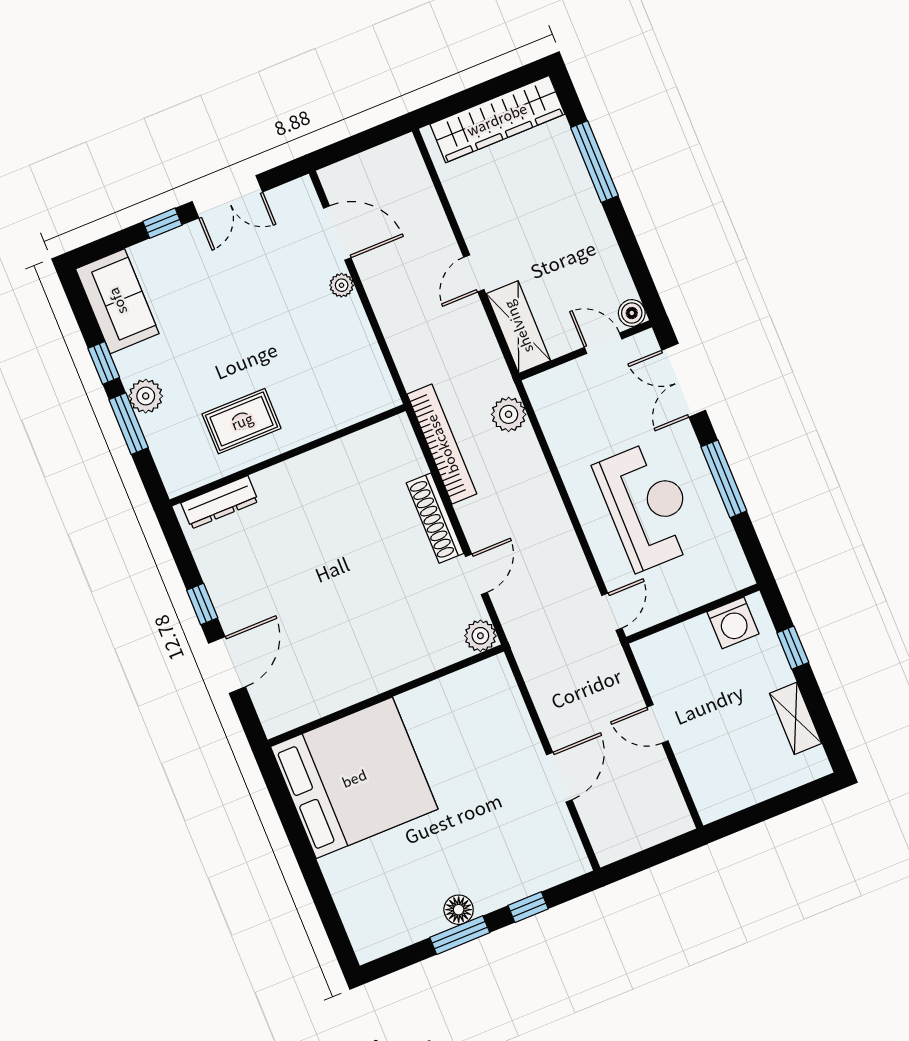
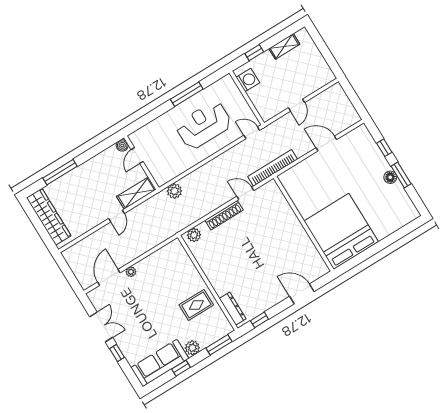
door: (474, 273) -> (116, 216), hinge flipped
sofa: (117, 301) -> (160, 363), width x1.36
double door: (684, 380) -> (147, 118), removed
rug: (242, 421) -> (196, 305), turned 90
window: (129, 424) -> (219, 345), moved
bookcase: (442, 444) -> (273, 168), moved
window: (202, 604) -> (259, 320), moved
plant: (480, 636) -> (194, 235), moved

